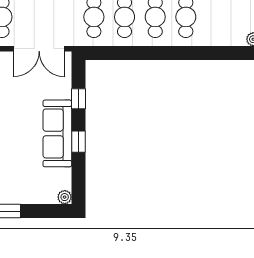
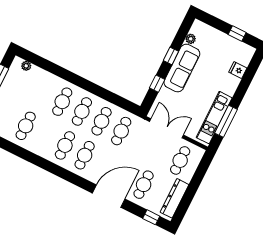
plant: (65, 197) -> (191, 39), moved

